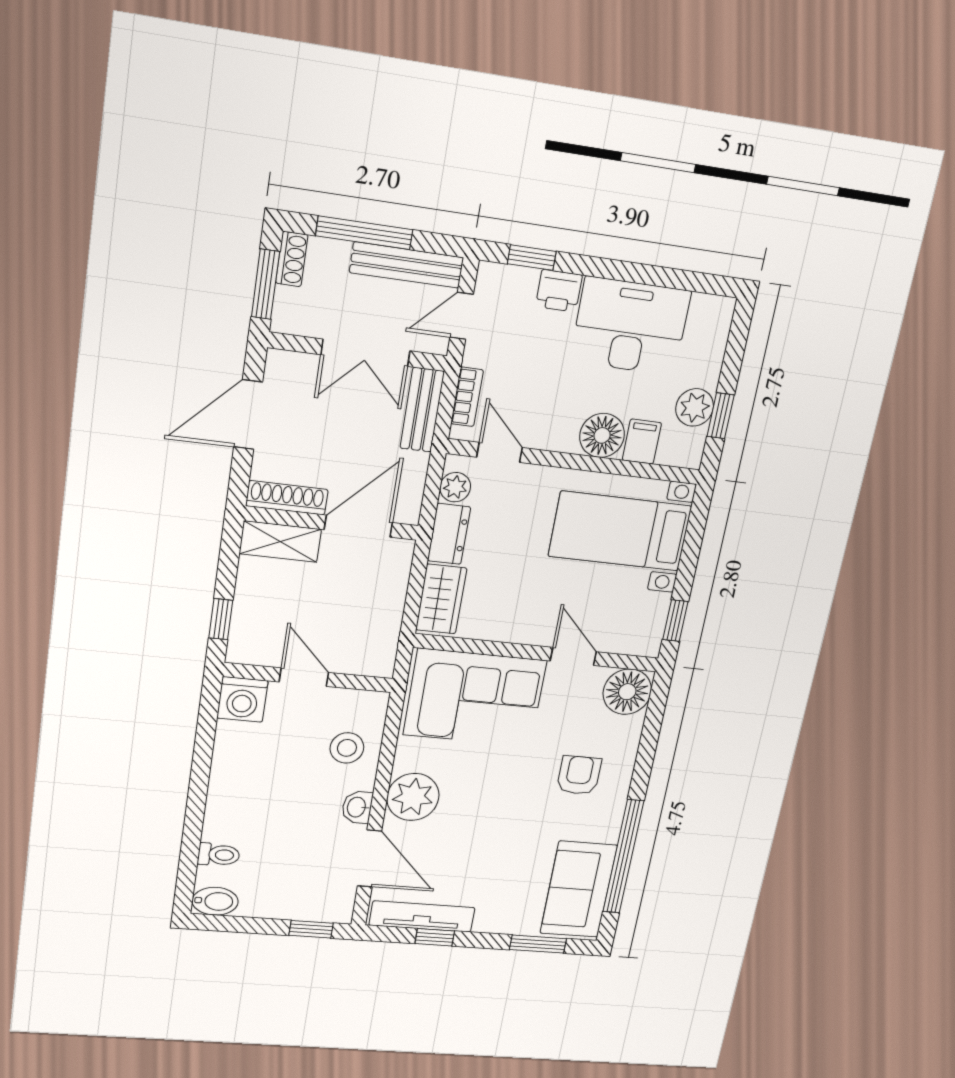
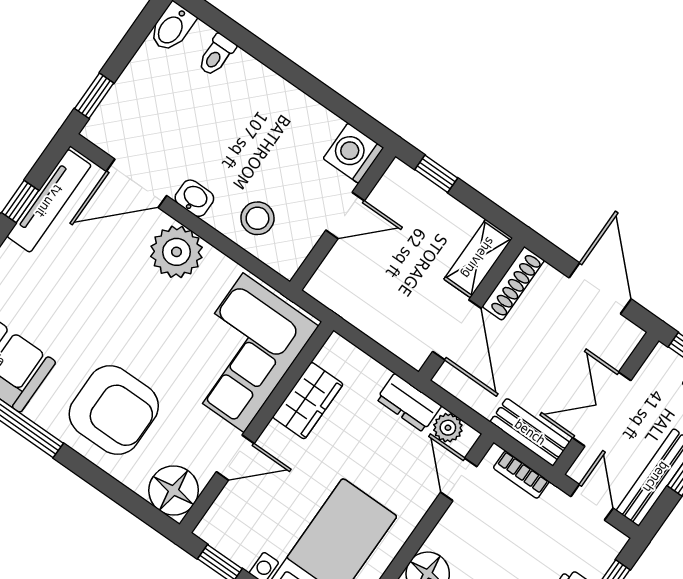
door: (500, 452) -> (459, 479), swing flipped
wardrobe: (441, 599) -> (308, 401), moved, turned -90
armchair: (579, 775) -> (114, 410), width x1.88, depth x1.88

